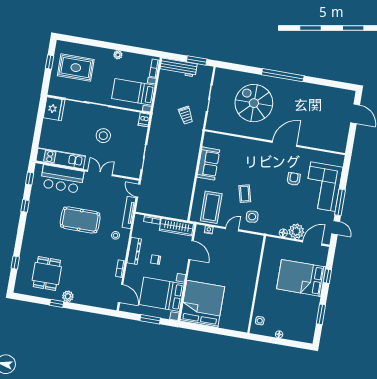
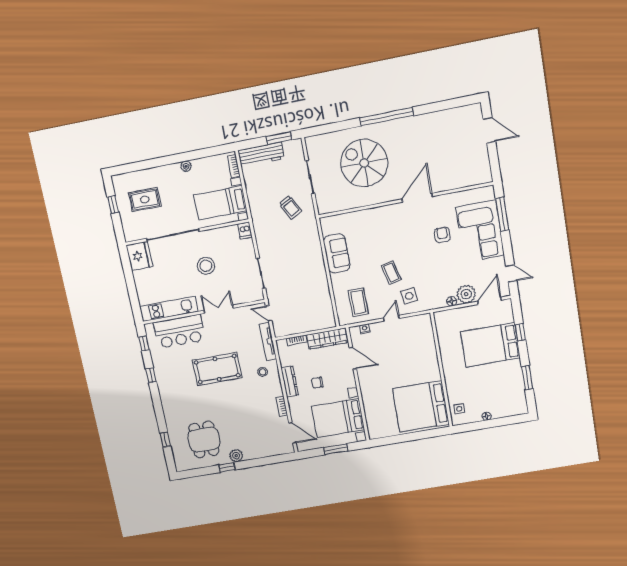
rug: (76, 68) -> (145, 200), width x0.73, depth x0.70
window: (340, 202) -> (502, 214), moved
coffee table: (211, 207) -> (358, 302), width x0.73, depth x0.76
bed: (202, 304) -> (421, 406), moved, turned -90

